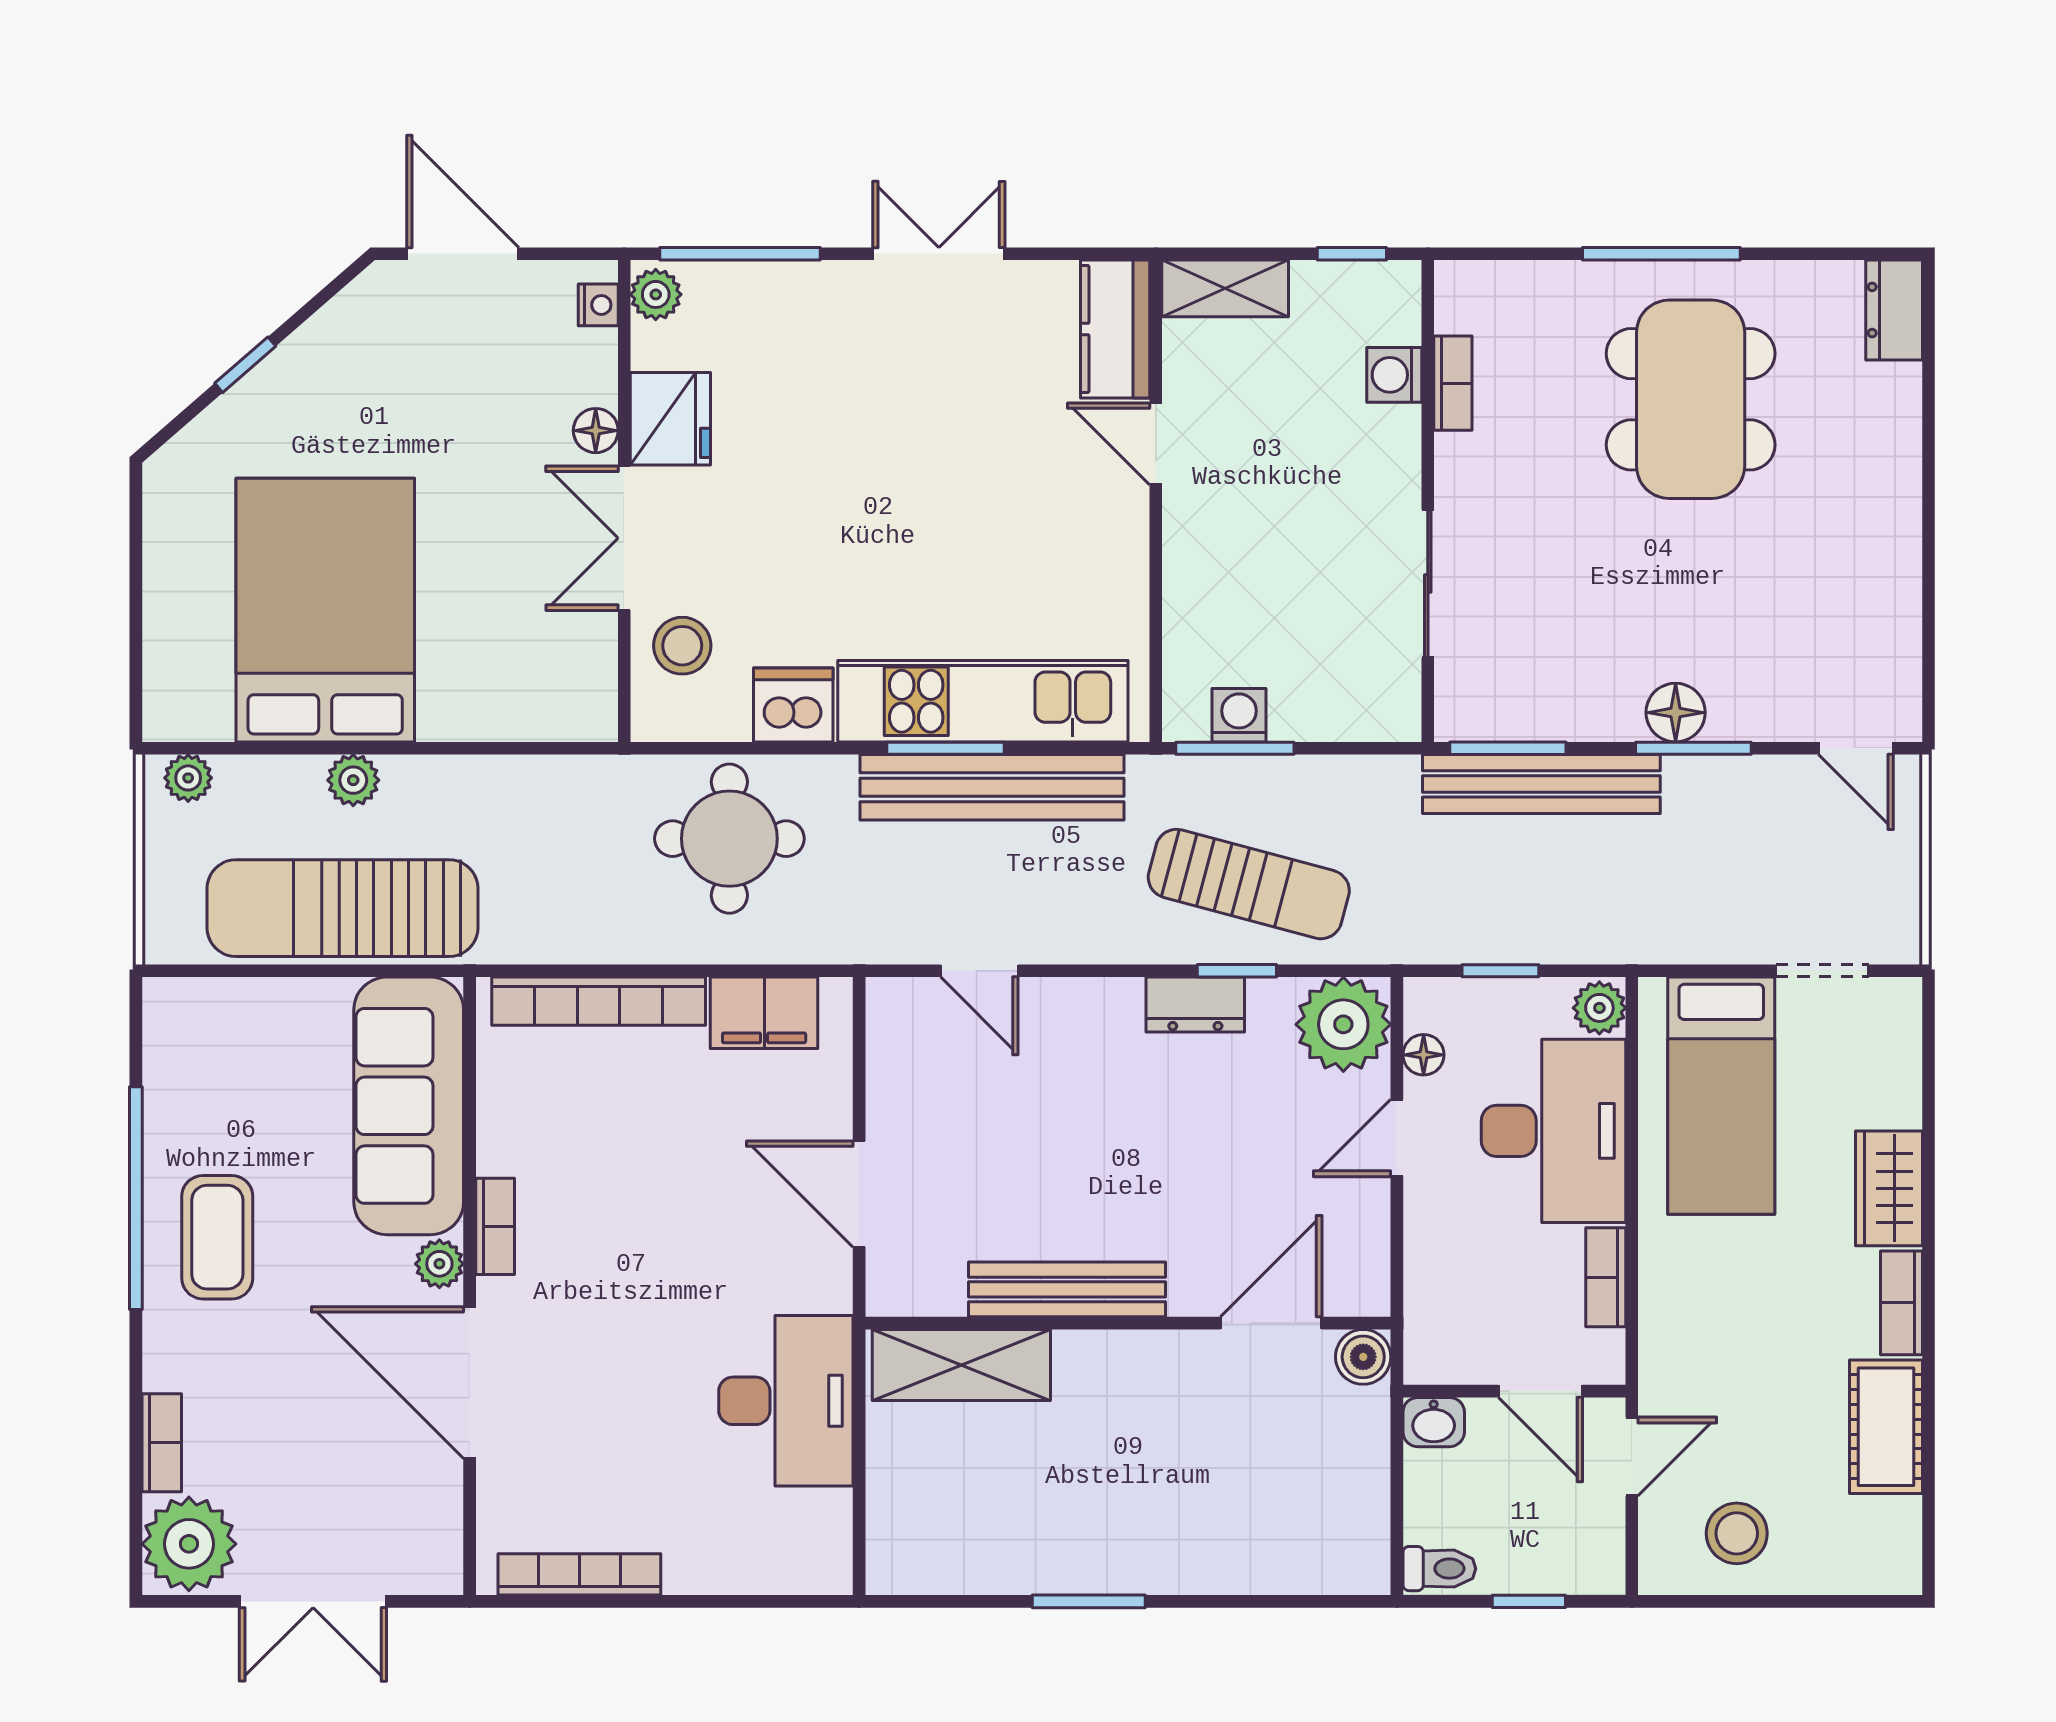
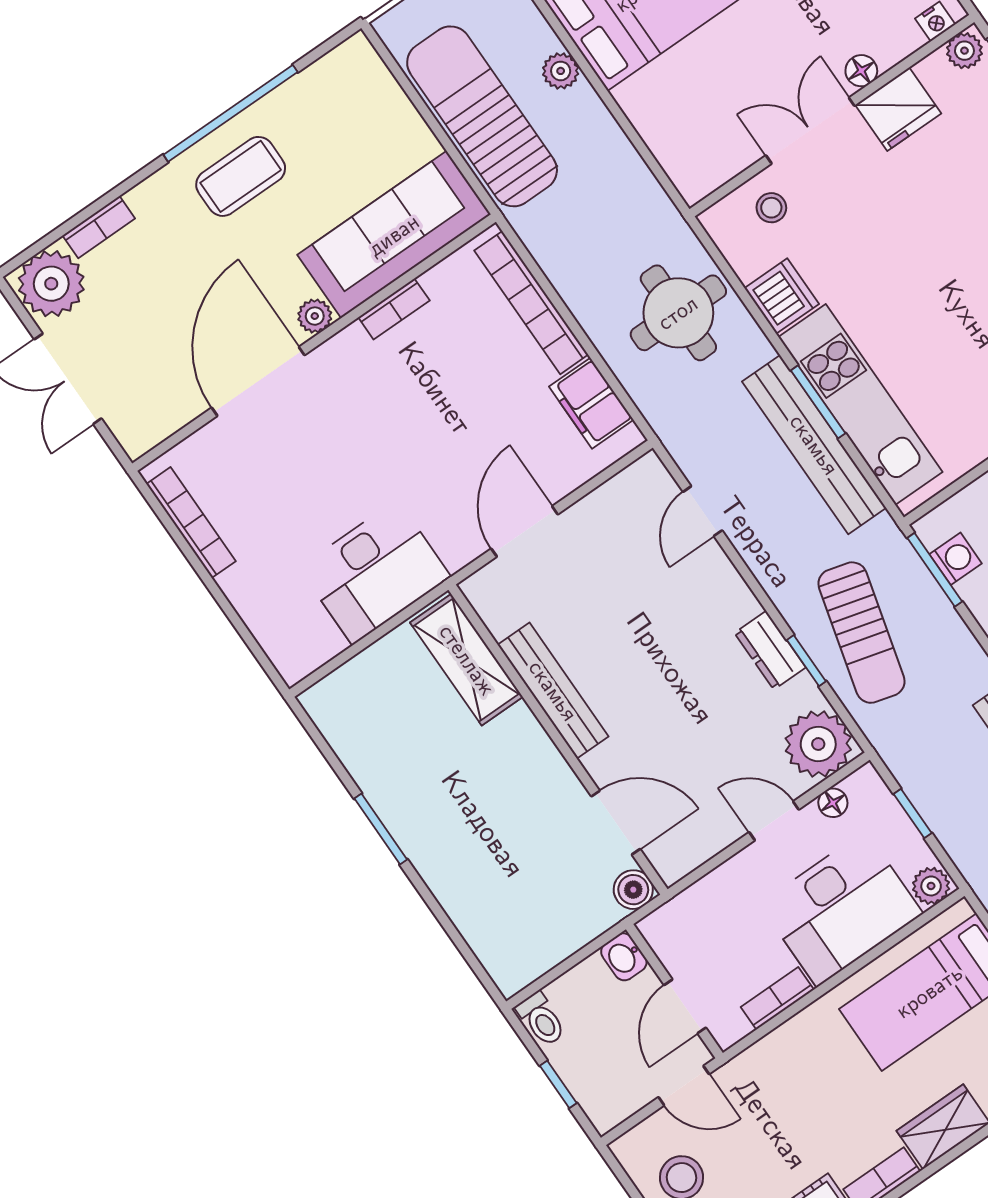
stool: (682, 646) -> (771, 208), width x0.73, depth x0.73
bookcase: (495, 1226) -> (394, 309), moved

